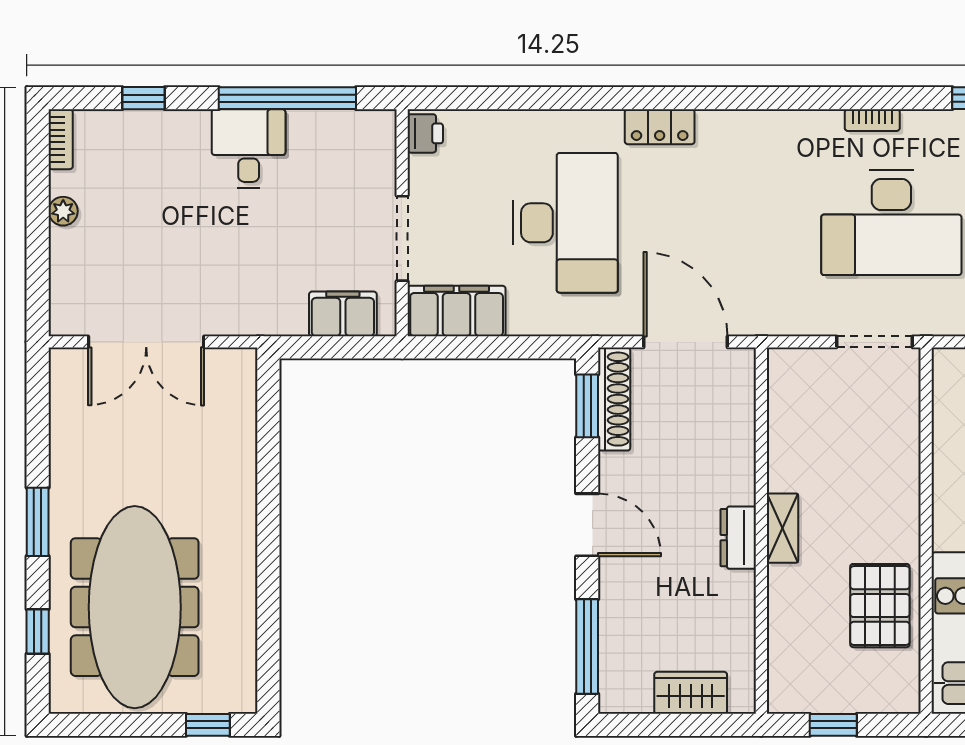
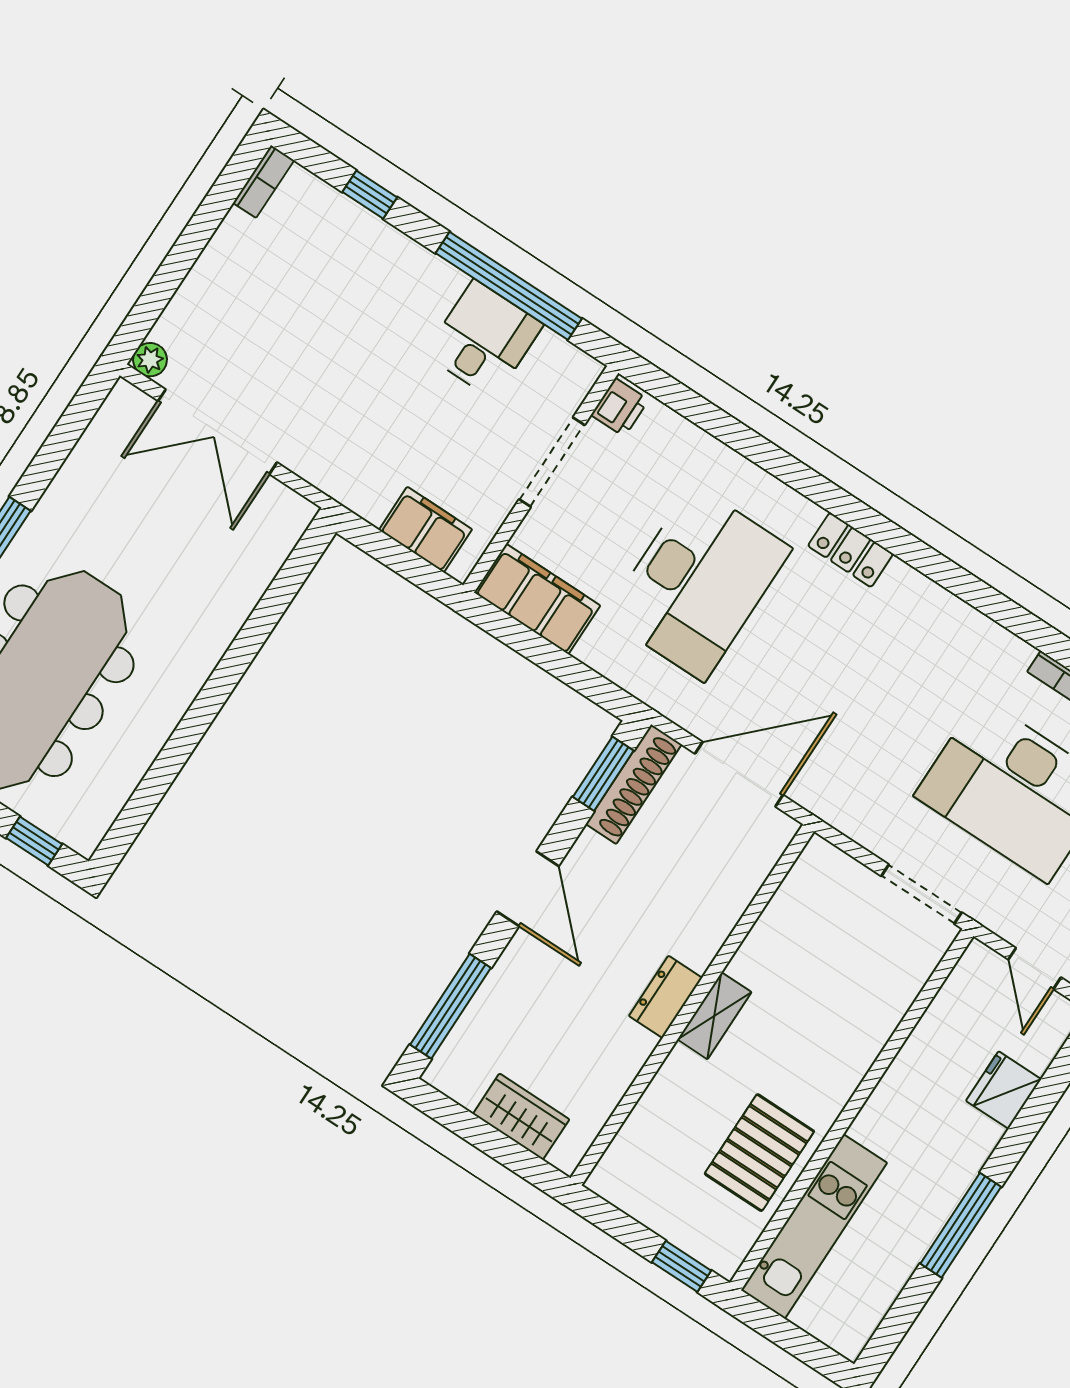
desk: (249, 149) -> (484, 339), moved
plant: (63, 211) -> (150, 360), moved
doorway: (402, 238) -> (552, 462), moved
door: (686, 342) -> (739, 774), hinge flipped
window: (833, 725) -> (682, 1266), moved

